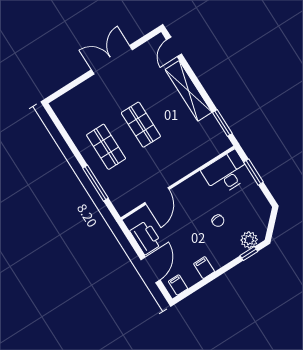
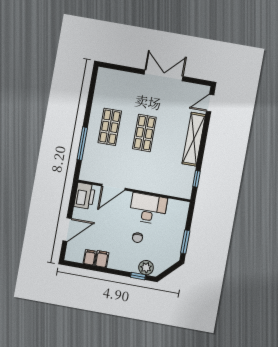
window: (222, 123) -> (197, 179), width x0.67
window: (253, 172) -> (185, 242), moved
desk: (226, 173) -> (148, 209), moved
printer: (146, 238) -> (85, 196), moved
filing cabinet: (178, 285) -> (90, 257), moved

